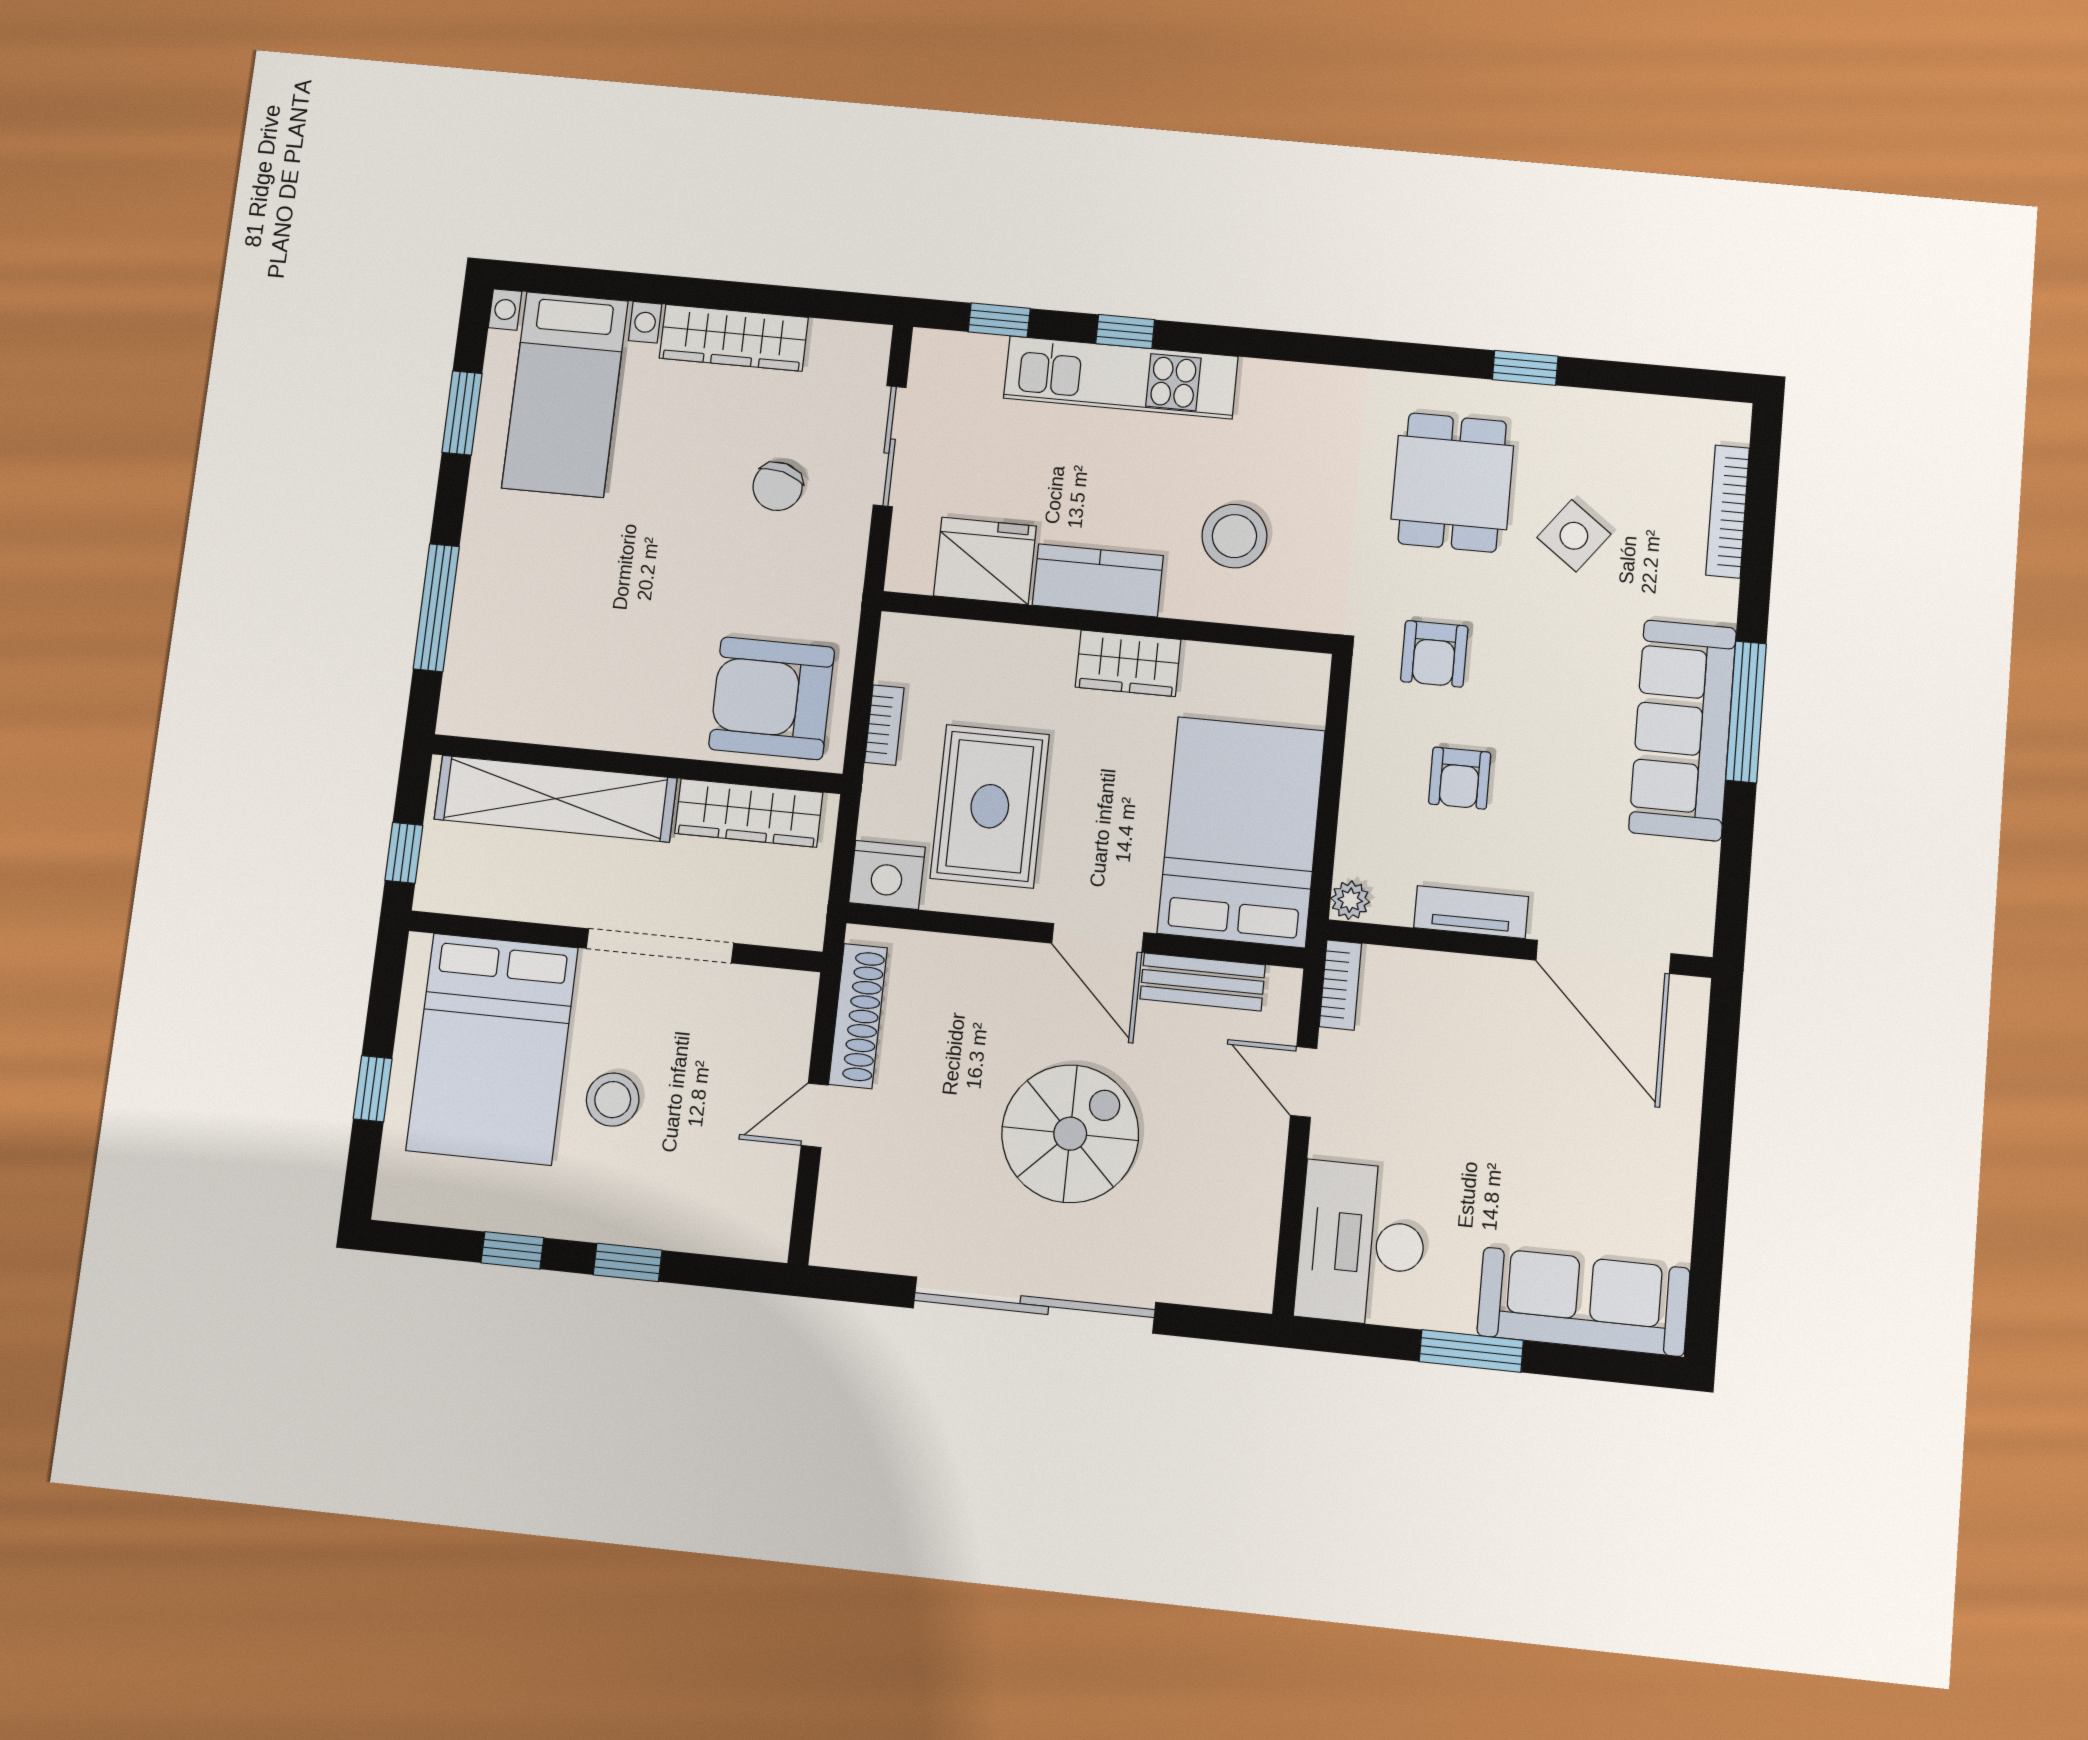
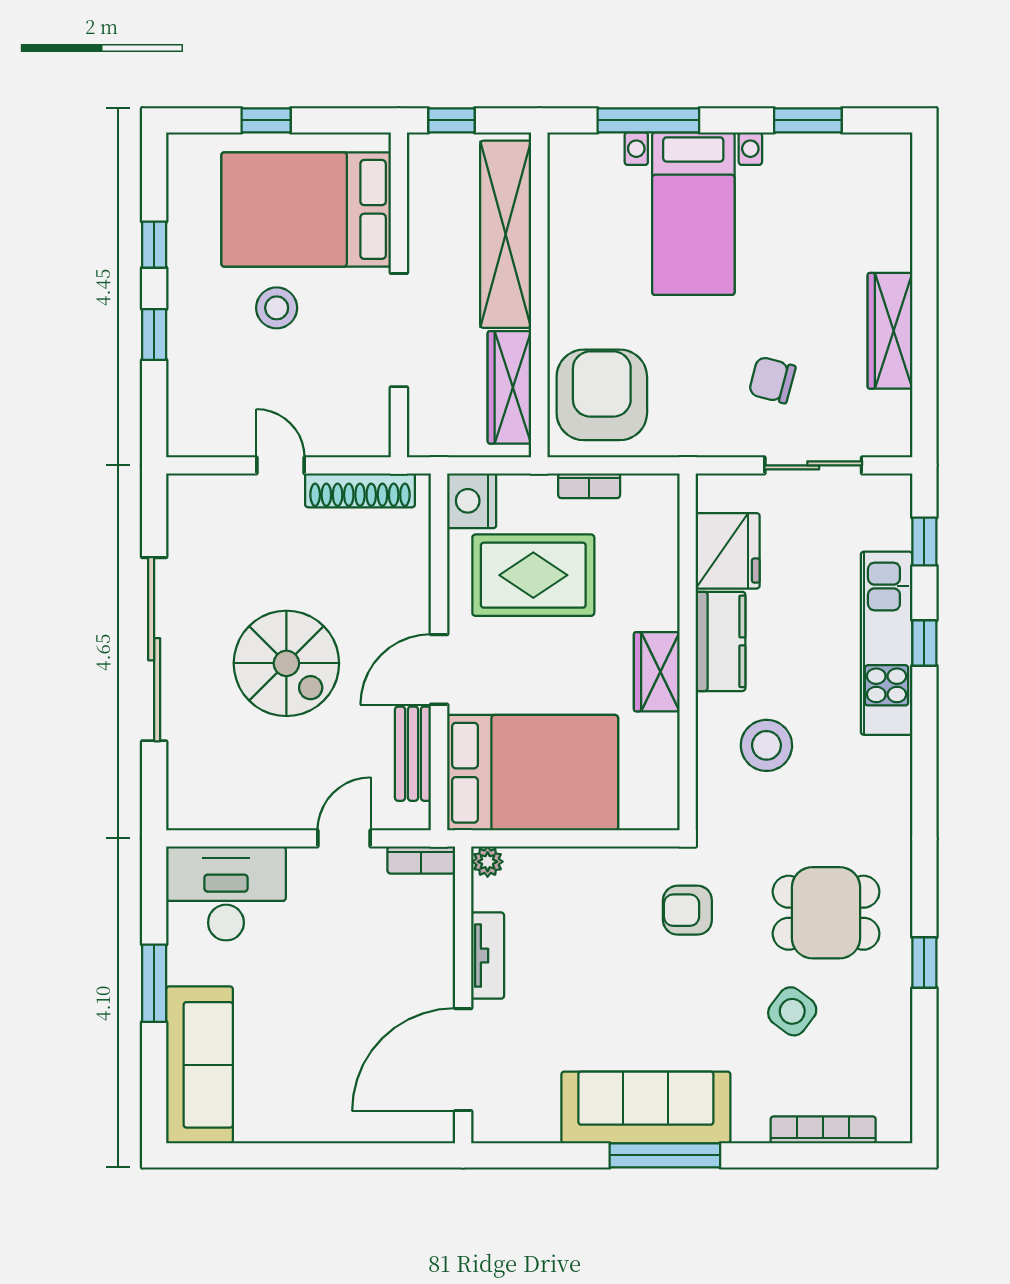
bed with nightstands: (565, 394) -> (693, 214), moved, turned -90
armchair: (1460, 778) -> (591, 938), removed

